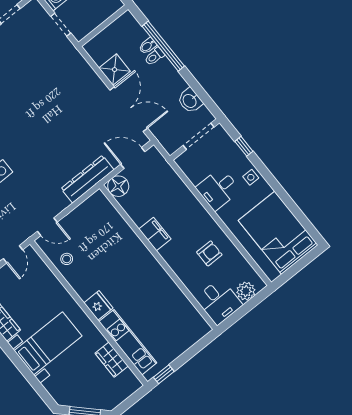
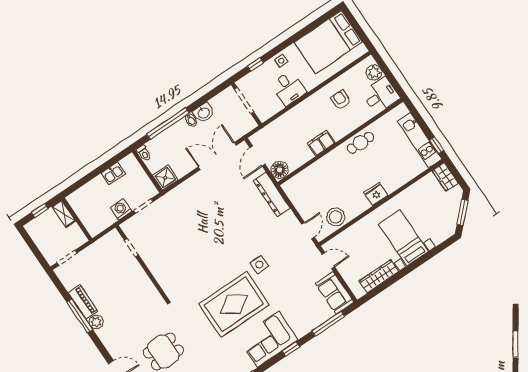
bidet: (148, 46) -> (191, 120), moved
toilet: (154, 56) -> (144, 153), moved
shower: (115, 70) -> (165, 178), moved
washbasin: (190, 101) -> (204, 113), moved
stool: (67, 259) -> (336, 217), width x1.89, depth x1.89
cafe table: (159, 282) -> (361, 143), added
kitchen unit: (128, 342) -> (420, 140), moved, turned -90
wardrobe: (112, 360) -> (445, 177), moved, turned 90

